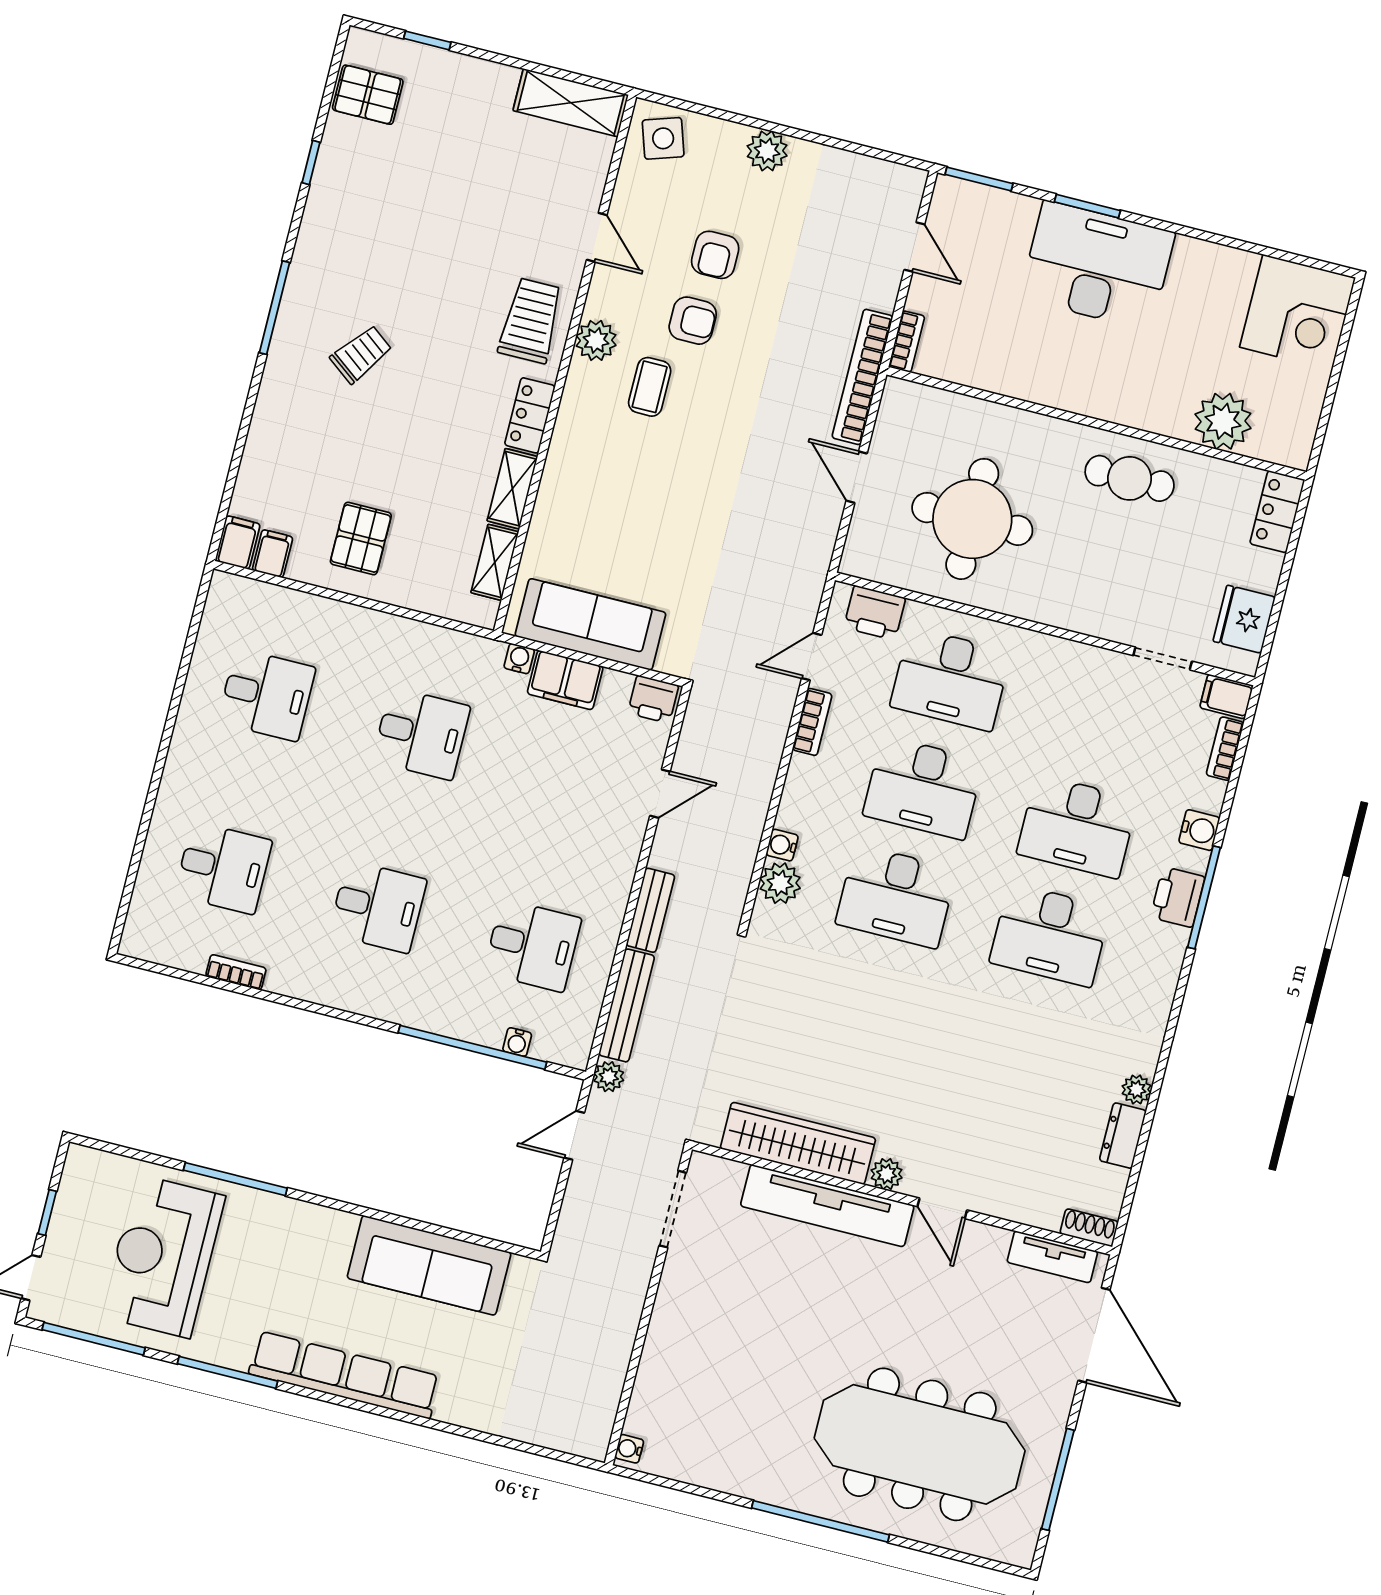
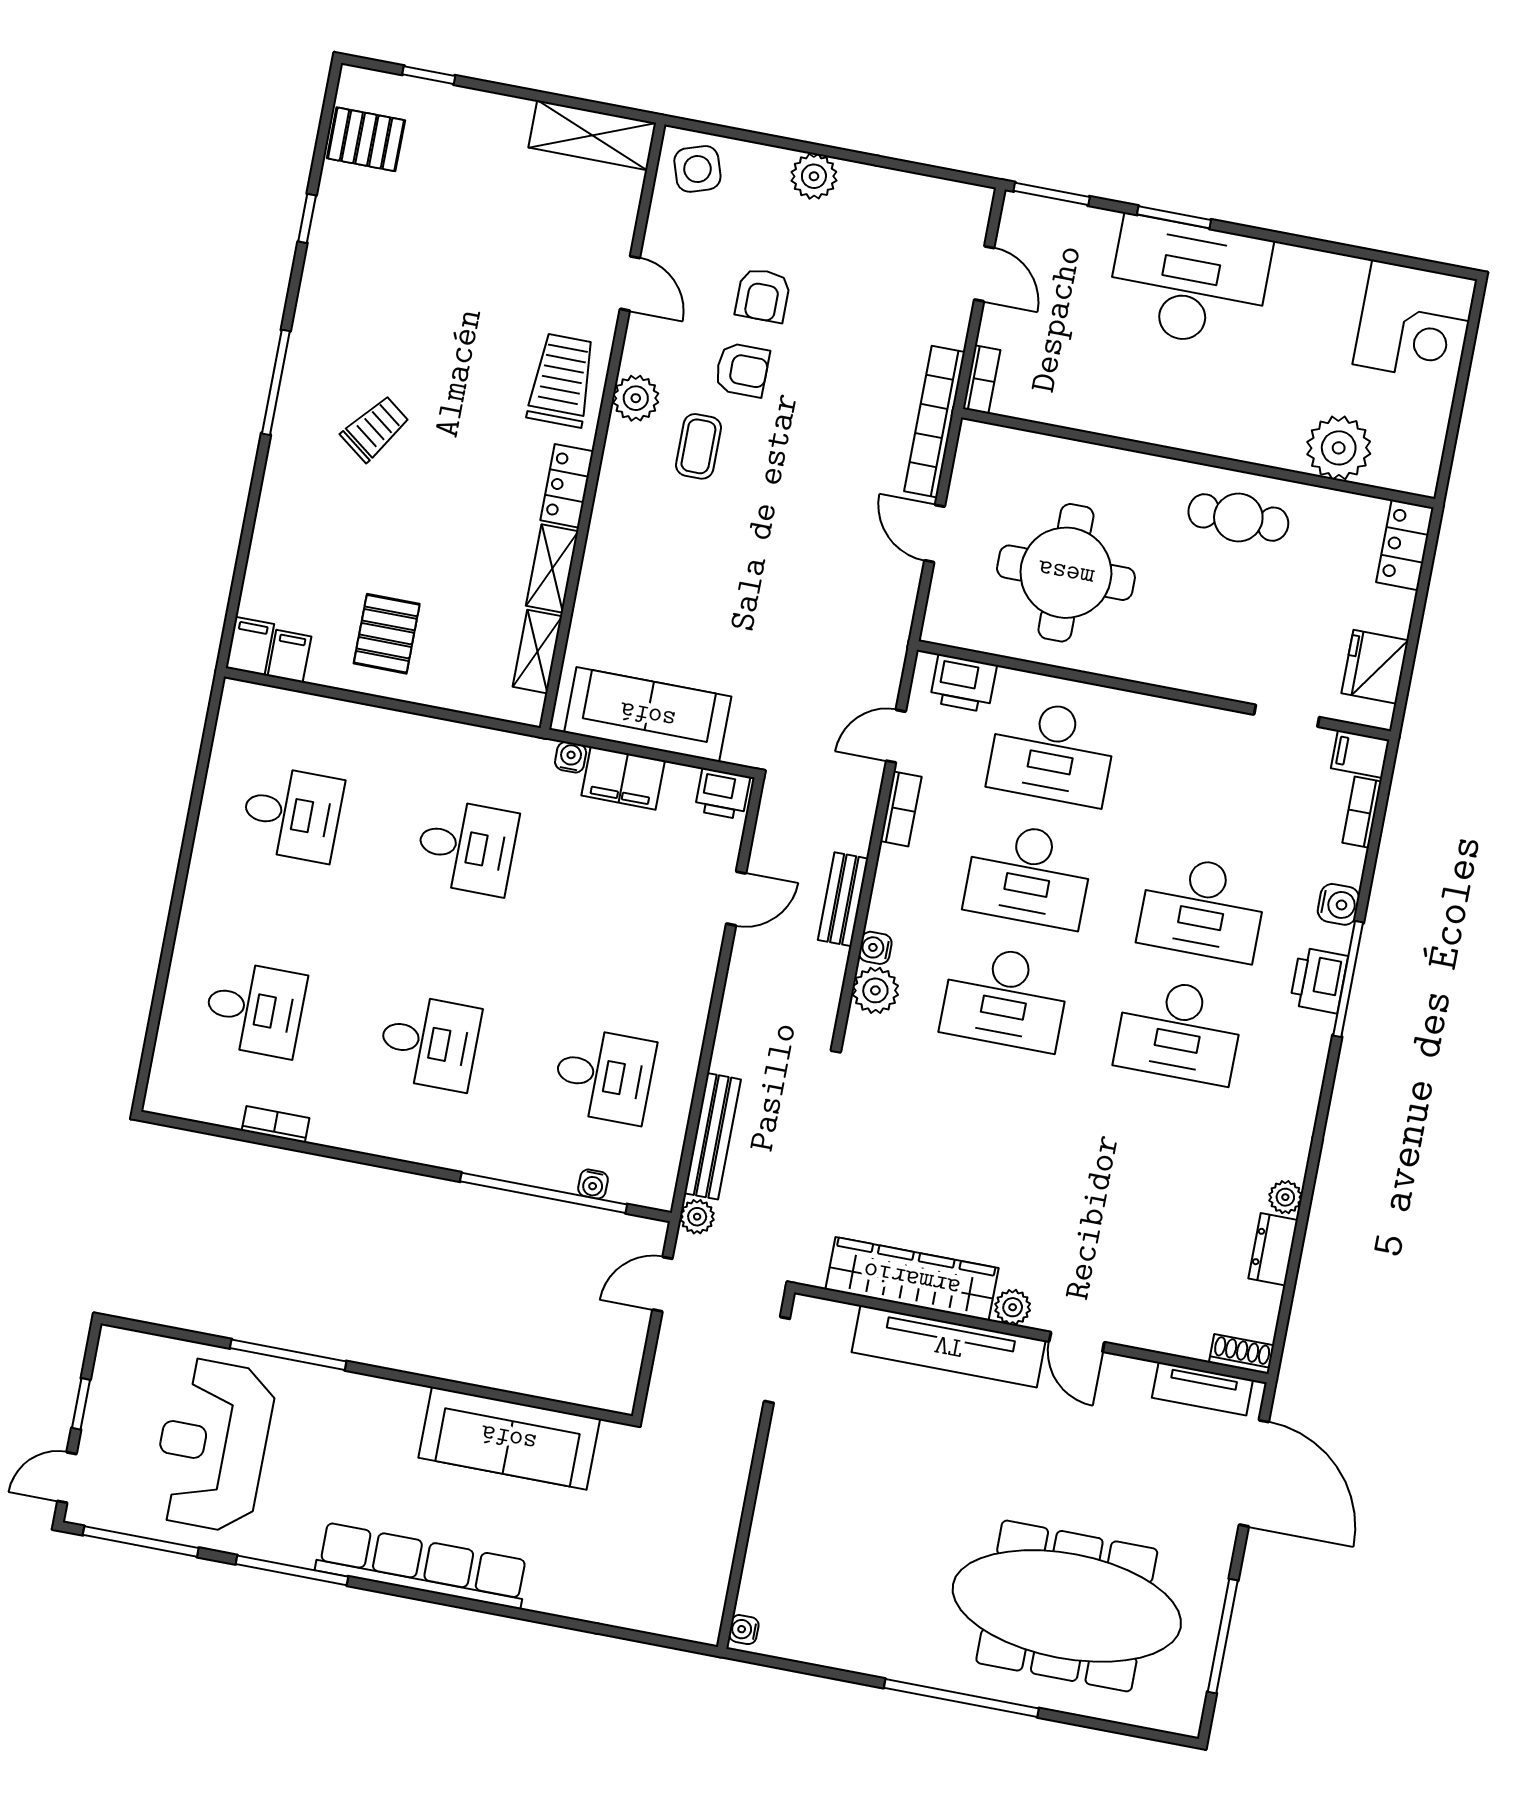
bench: (650, 910) -> (843, 899), moved

